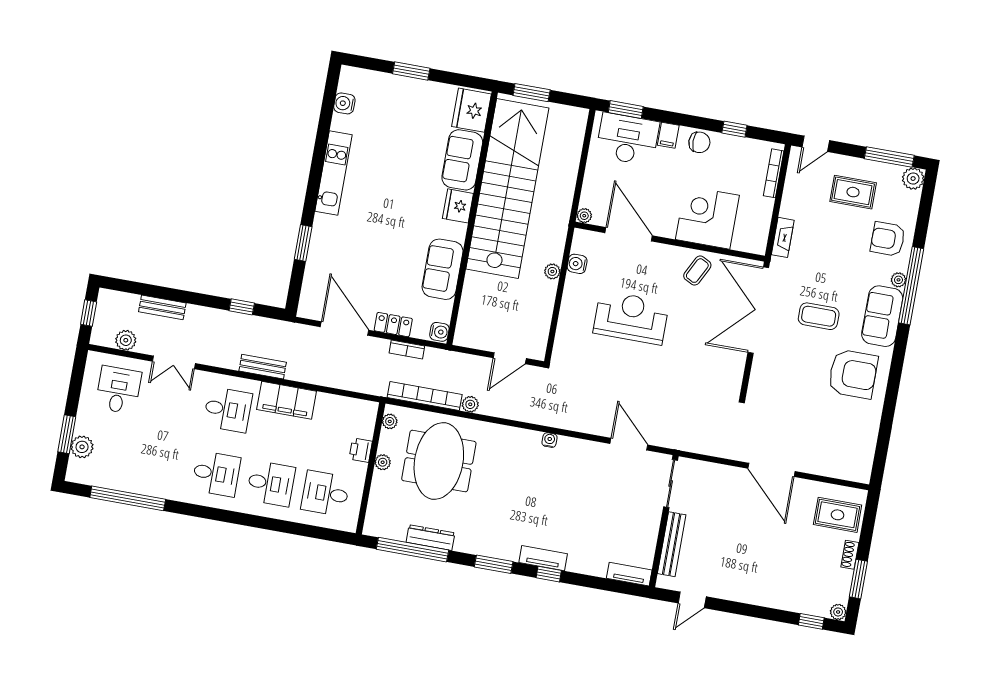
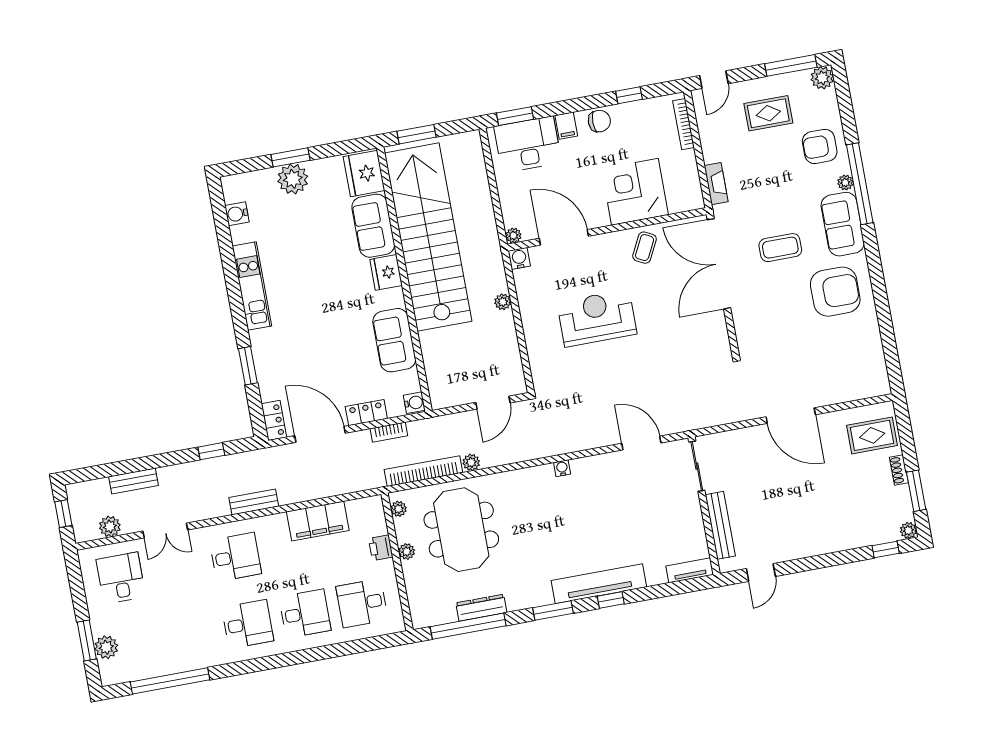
plant: (406, 91) -> (293, 179), added
water cooler: (577, 264) -> (519, 258), moved, turned 90
locker: (308, 301) -> (274, 420), added
filing cabinet: (287, 400) -> (318, 521), moved
tv unit: (543, 558) -> (599, 584), width x1.92, depth x1.29

